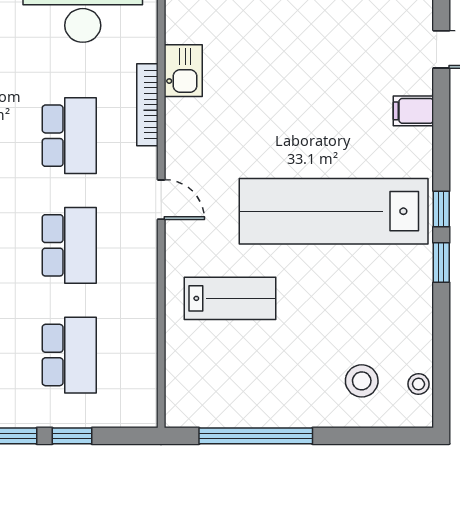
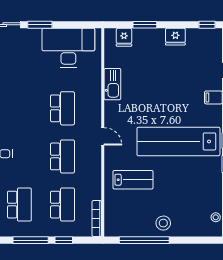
kitchen sink: (183, 71) -> (112, 84), width x1.38
bookcase: (147, 105) -> (97, 219), moved
stool: (362, 381) -> (163, 223), moved

